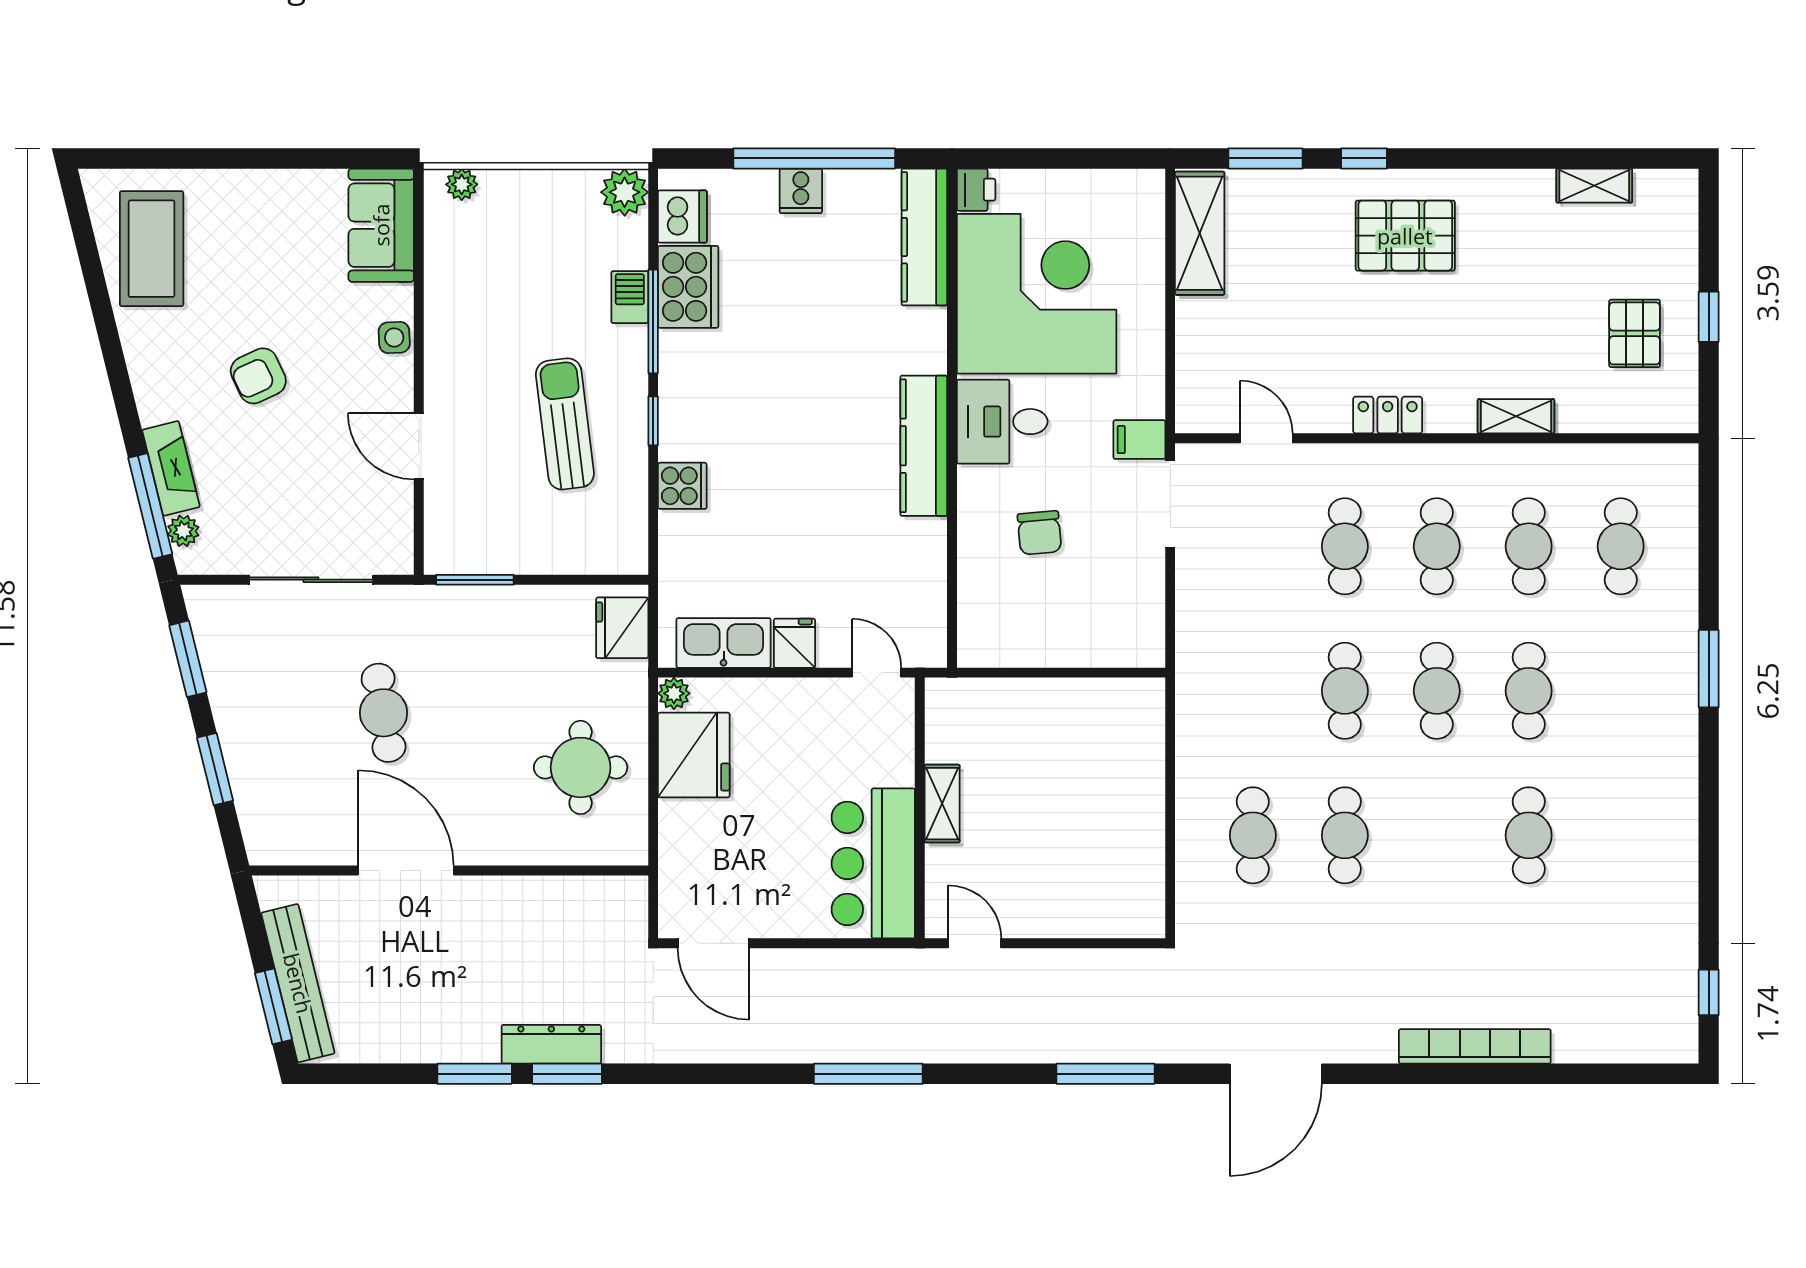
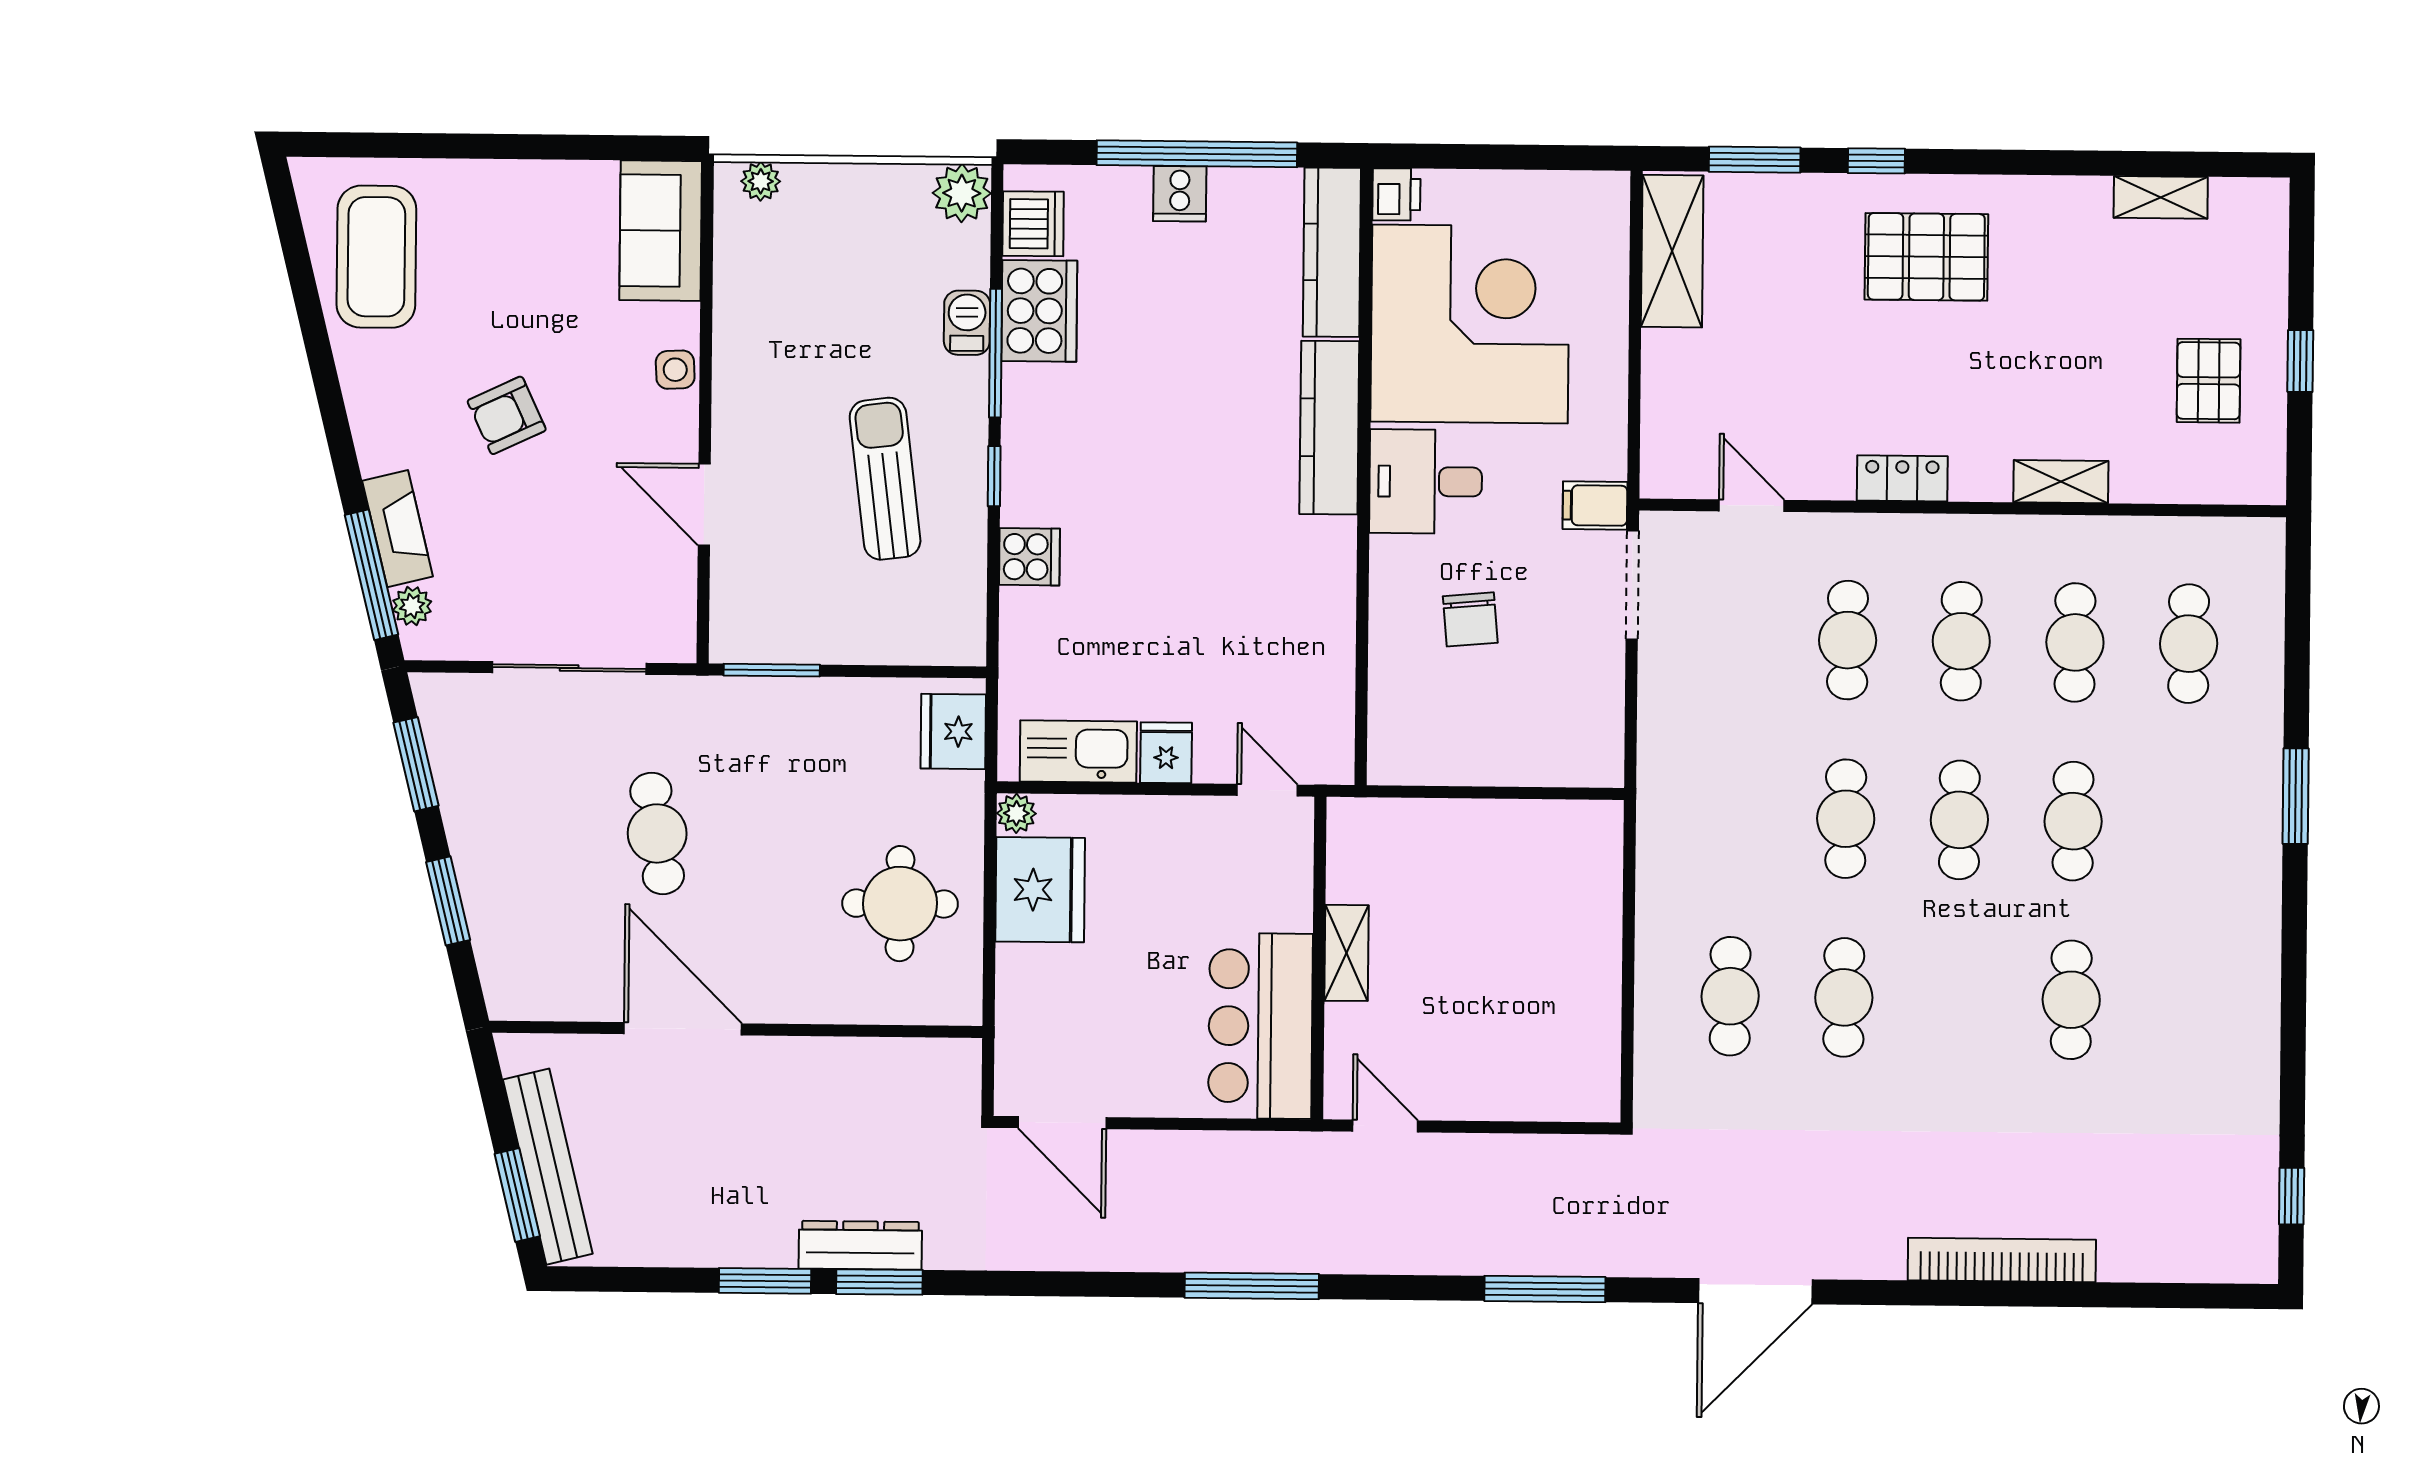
kitchen counter: (924, 446) -> (1329, 428), moved

